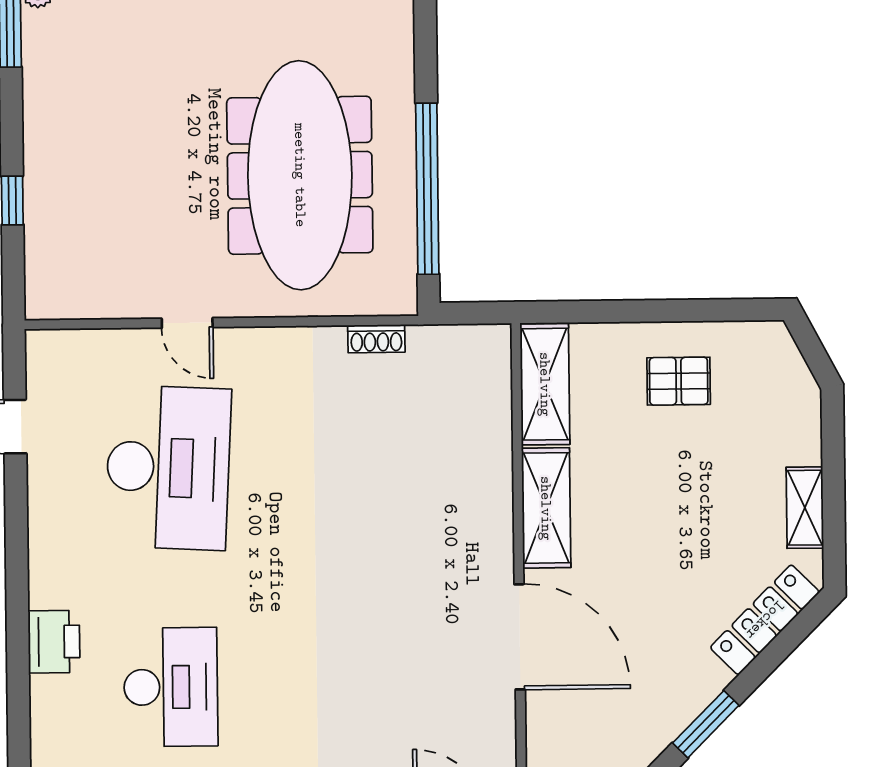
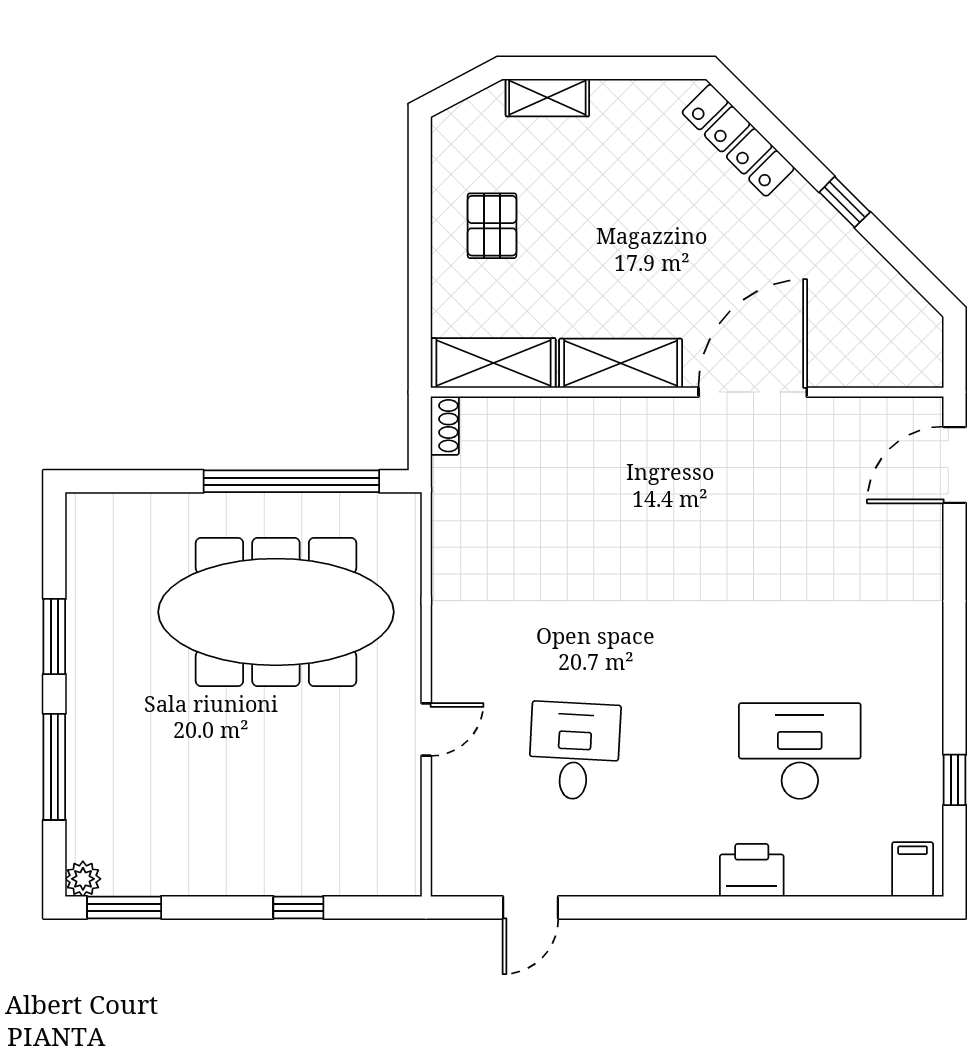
shoe rack: (376, 339) -> (445, 426), moved
desk: (168, 468) -> (574, 751), width x0.53, depth x0.77
shelving: (805, 508) -> (547, 98), moved
window: (706, 724) -> (845, 202), width x0.67

